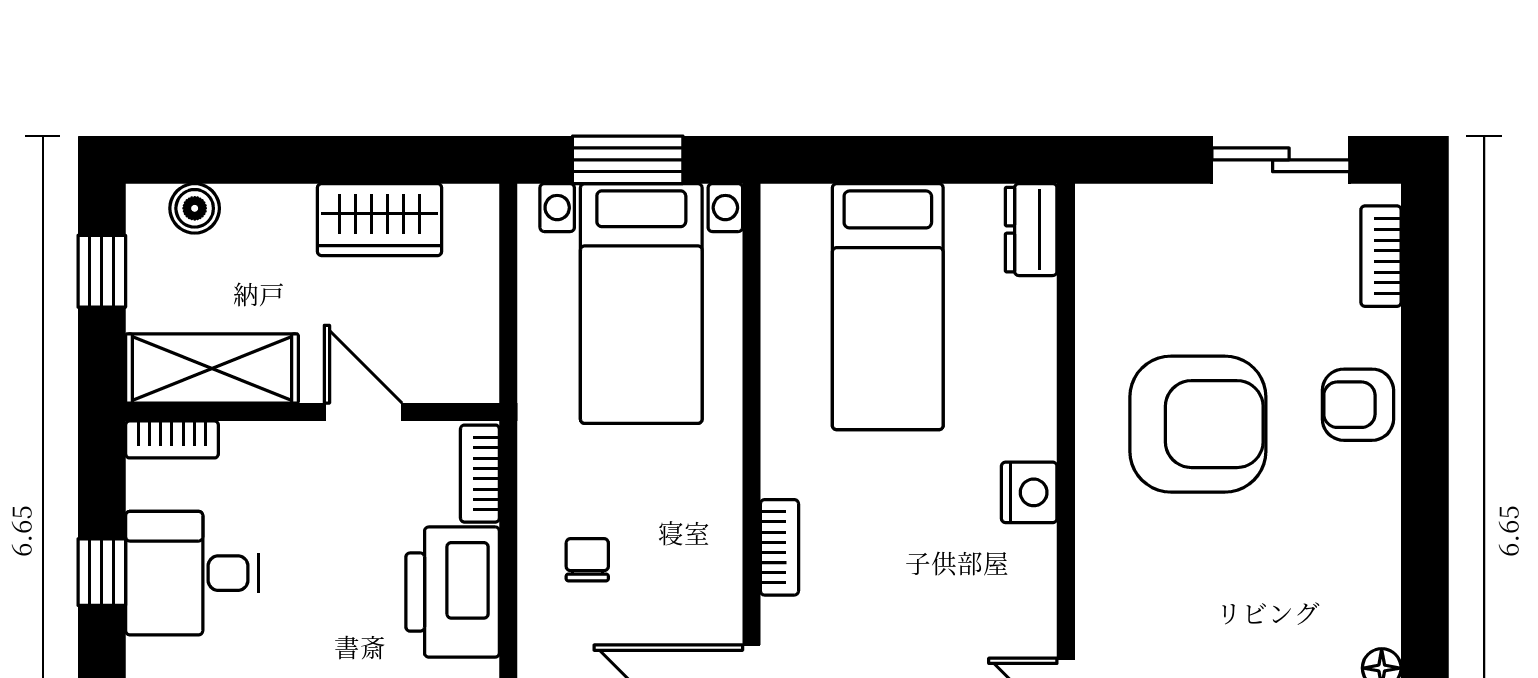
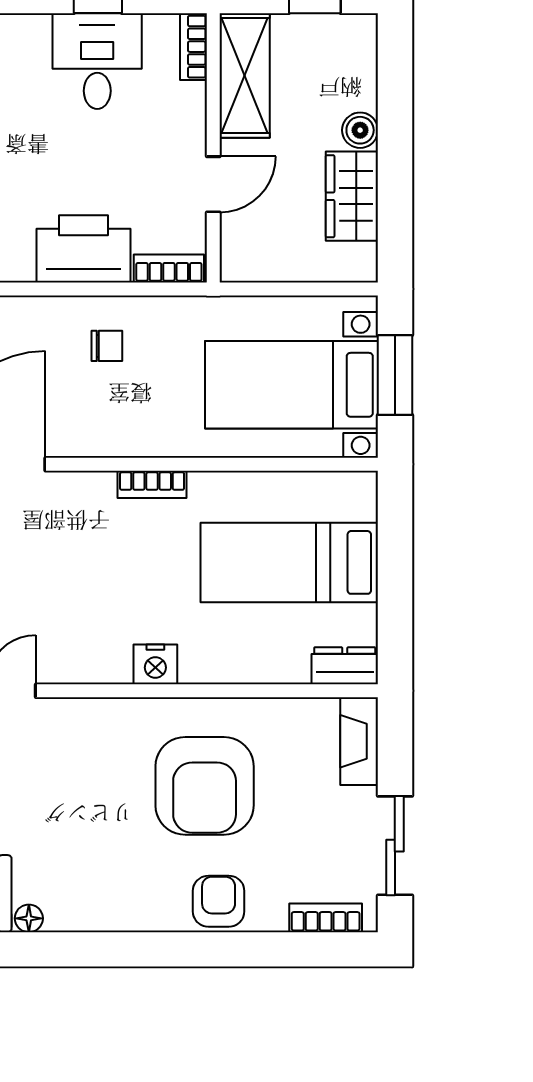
boiler: (195, 208) -> (360, 130), moved
fireplace: (1136, 210) -> (359, 741), added
bookcase: (779, 547) -> (152, 484), moved

